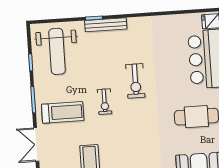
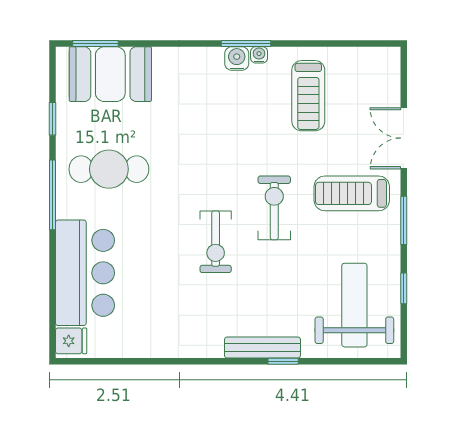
exercise bike: (135, 81) -> (216, 242), turned 180
exercise bike: (105, 102) -> (274, 208), width x1.38, depth x1.39
double door: (36, 145) -> (404, 138), swing flipped

